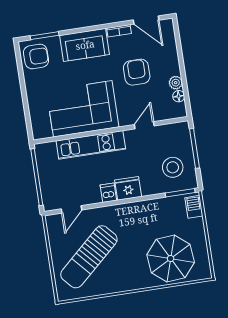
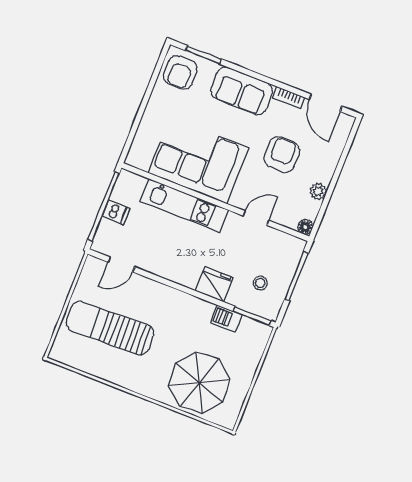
armchair: (36, 56) -> (181, 72), turned 90
floor lamp: (179, 96) -> (305, 227), moved
stool: (173, 167) -> (260, 283), width x0.53, depth x0.53
fridge: (128, 188) -> (214, 284), moved
dishwasher: (108, 193) -> (116, 212), moved, turned 90
barbecue: (194, 207) -> (226, 319), moved, turned -90
sun lounger: (89, 257) -> (110, 328), turned 40

